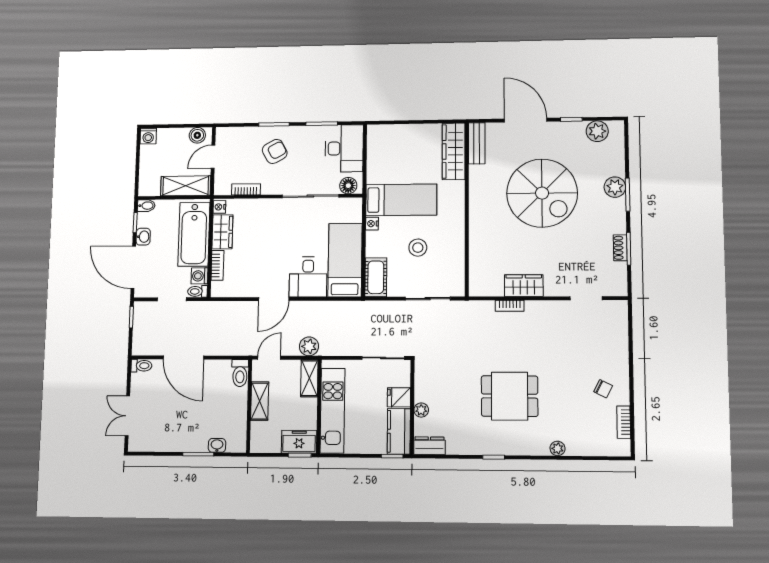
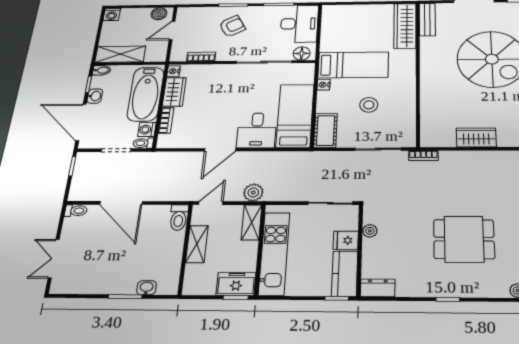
shelving: (186, 186) -> (120, 54), moved
bookcase: (510, 306) -> (423, 156), moved
plant: (421, 410) -> (370, 231), moved

